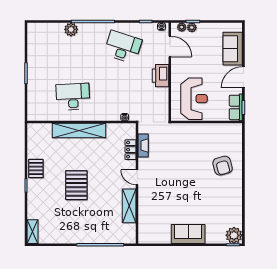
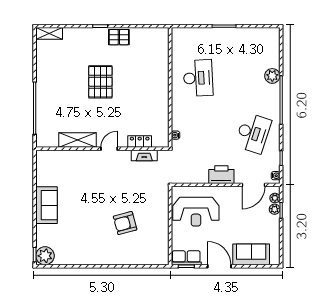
shelving: (79, 131) -> (161, 85), removed
armchair: (223, 166) -> (125, 223), moved
pallet: (76, 185) -> (100, 82), turned 90

